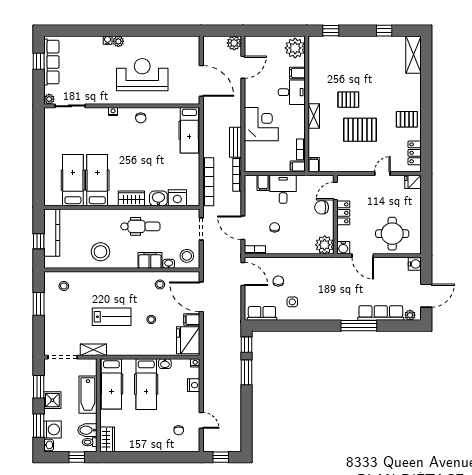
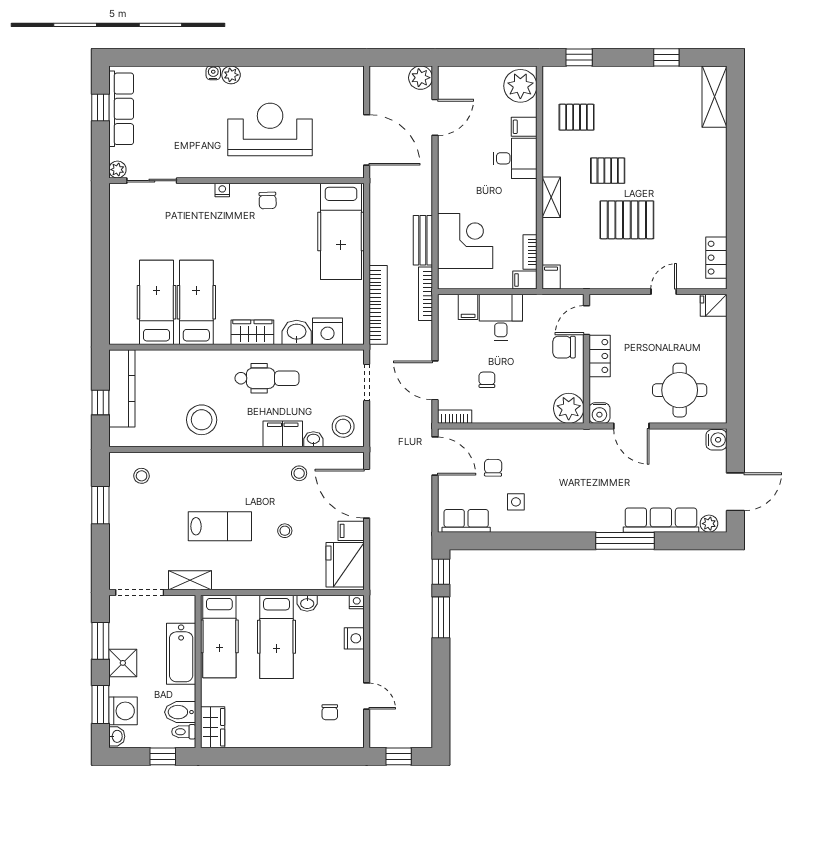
pallet: (407, 119) -> (577, 117), moved
corner desk: (261, 124) -> (465, 241), moved
hospital bed: (189, 130) -> (341, 231), width x1.37, depth x1.29

